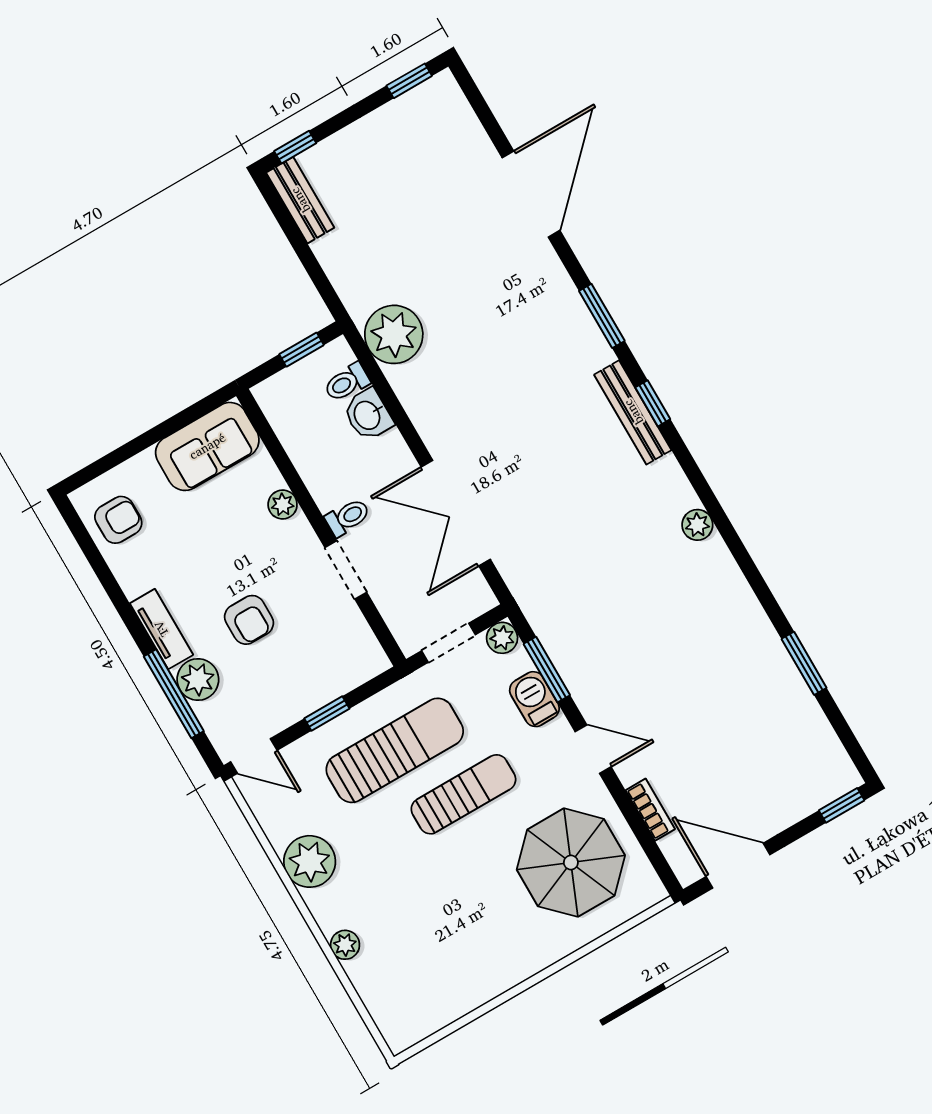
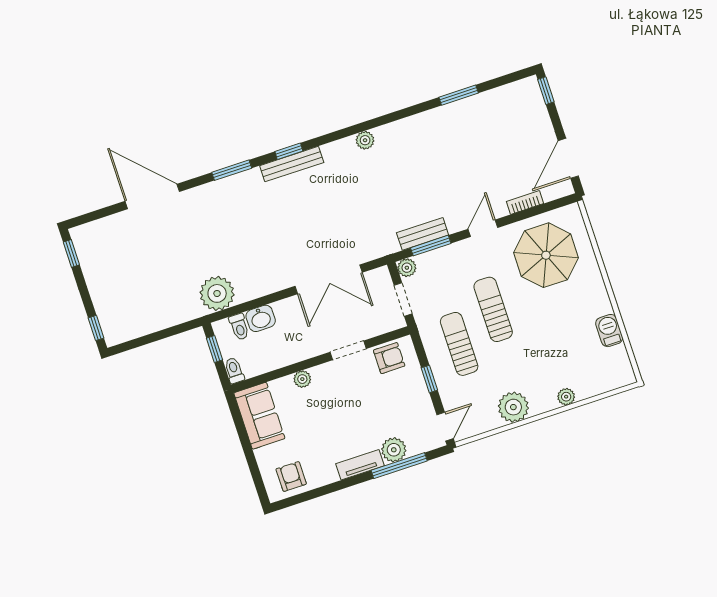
bench: (300, 200) -> (423, 234), moved
toilet: (348, 517) -> (234, 370), moved
armchair: (249, 620) -> (389, 358), moved
barbecue: (534, 699) -> (609, 331), moved, turned 90
sun lounger: (395, 750) -> (459, 344), width x0.73, depth x0.75

